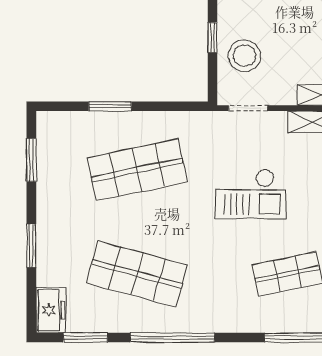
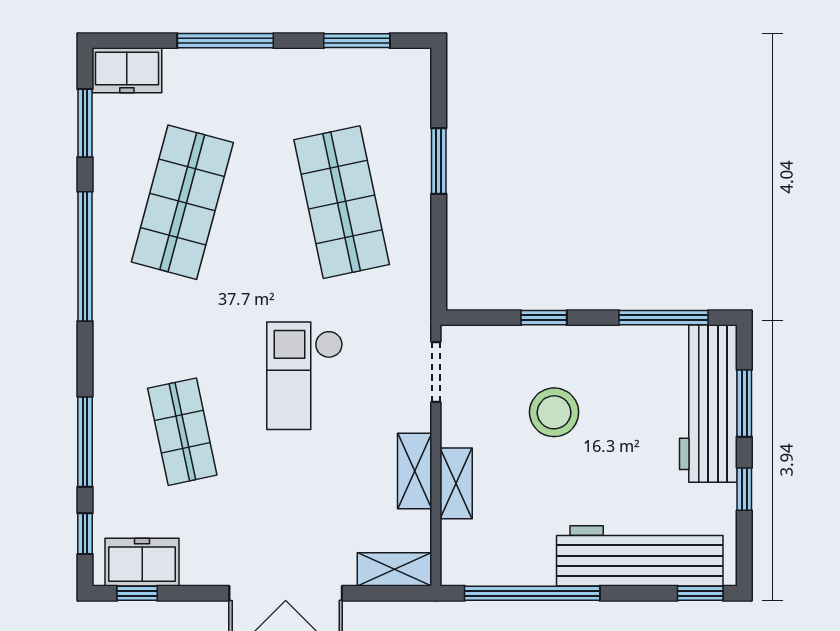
stool: (244, 56) -> (554, 412), moved
window: (31, 246) -> (225, 41), width x1.44

